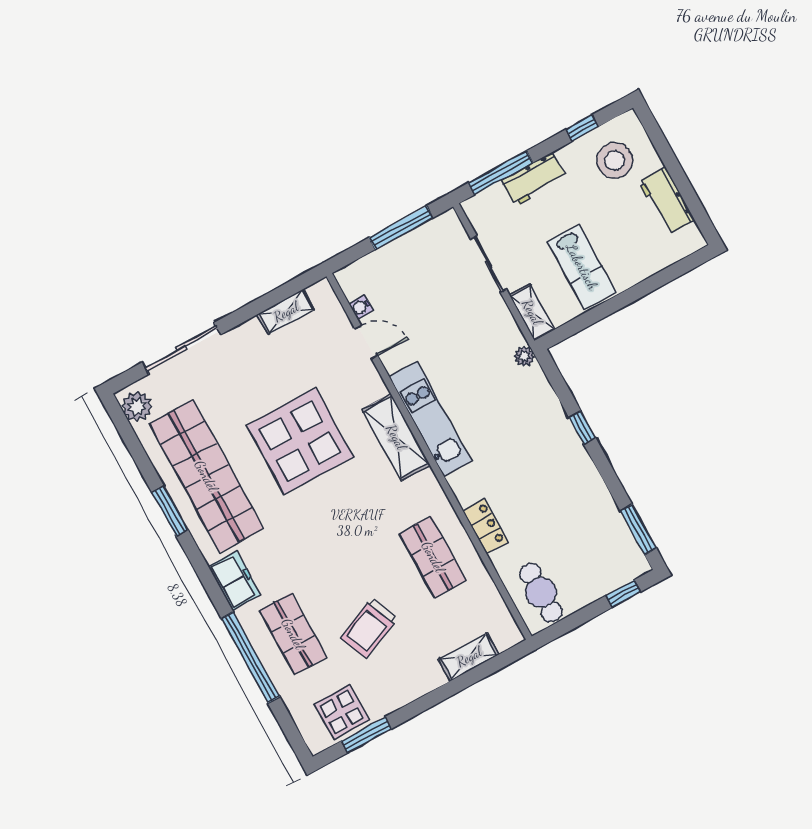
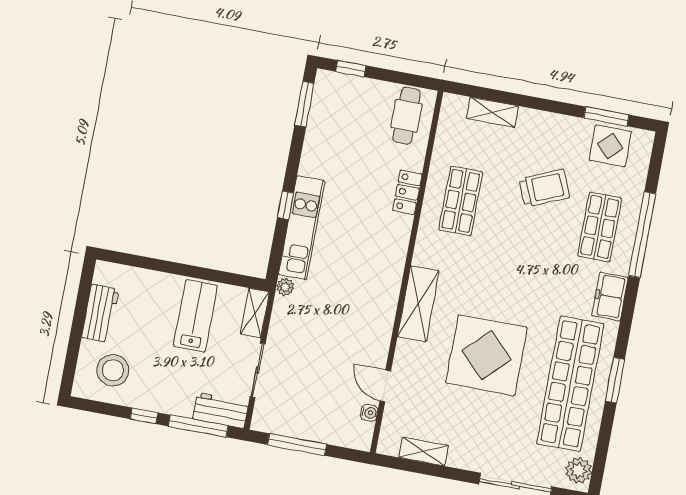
window: (582, 128) -> (144, 416), moved
workbench: (534, 179) -> (221, 410), moved
kitchen unit: (430, 419) -> (302, 228), moved, turned 180

